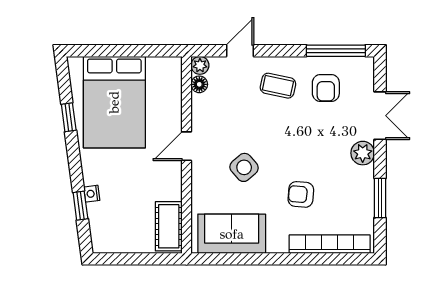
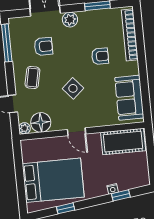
floor lamp: (199, 84) -> (41, 122), width x1.89, depth x1.89
armchair: (326, 88) -> (43, 46), moved
side table: (244, 167) -> (73, 88), moved
armchair: (301, 194) -> (100, 56), turned -95
cot: (169, 226) -> (123, 142), width x1.37, depth x1.34

